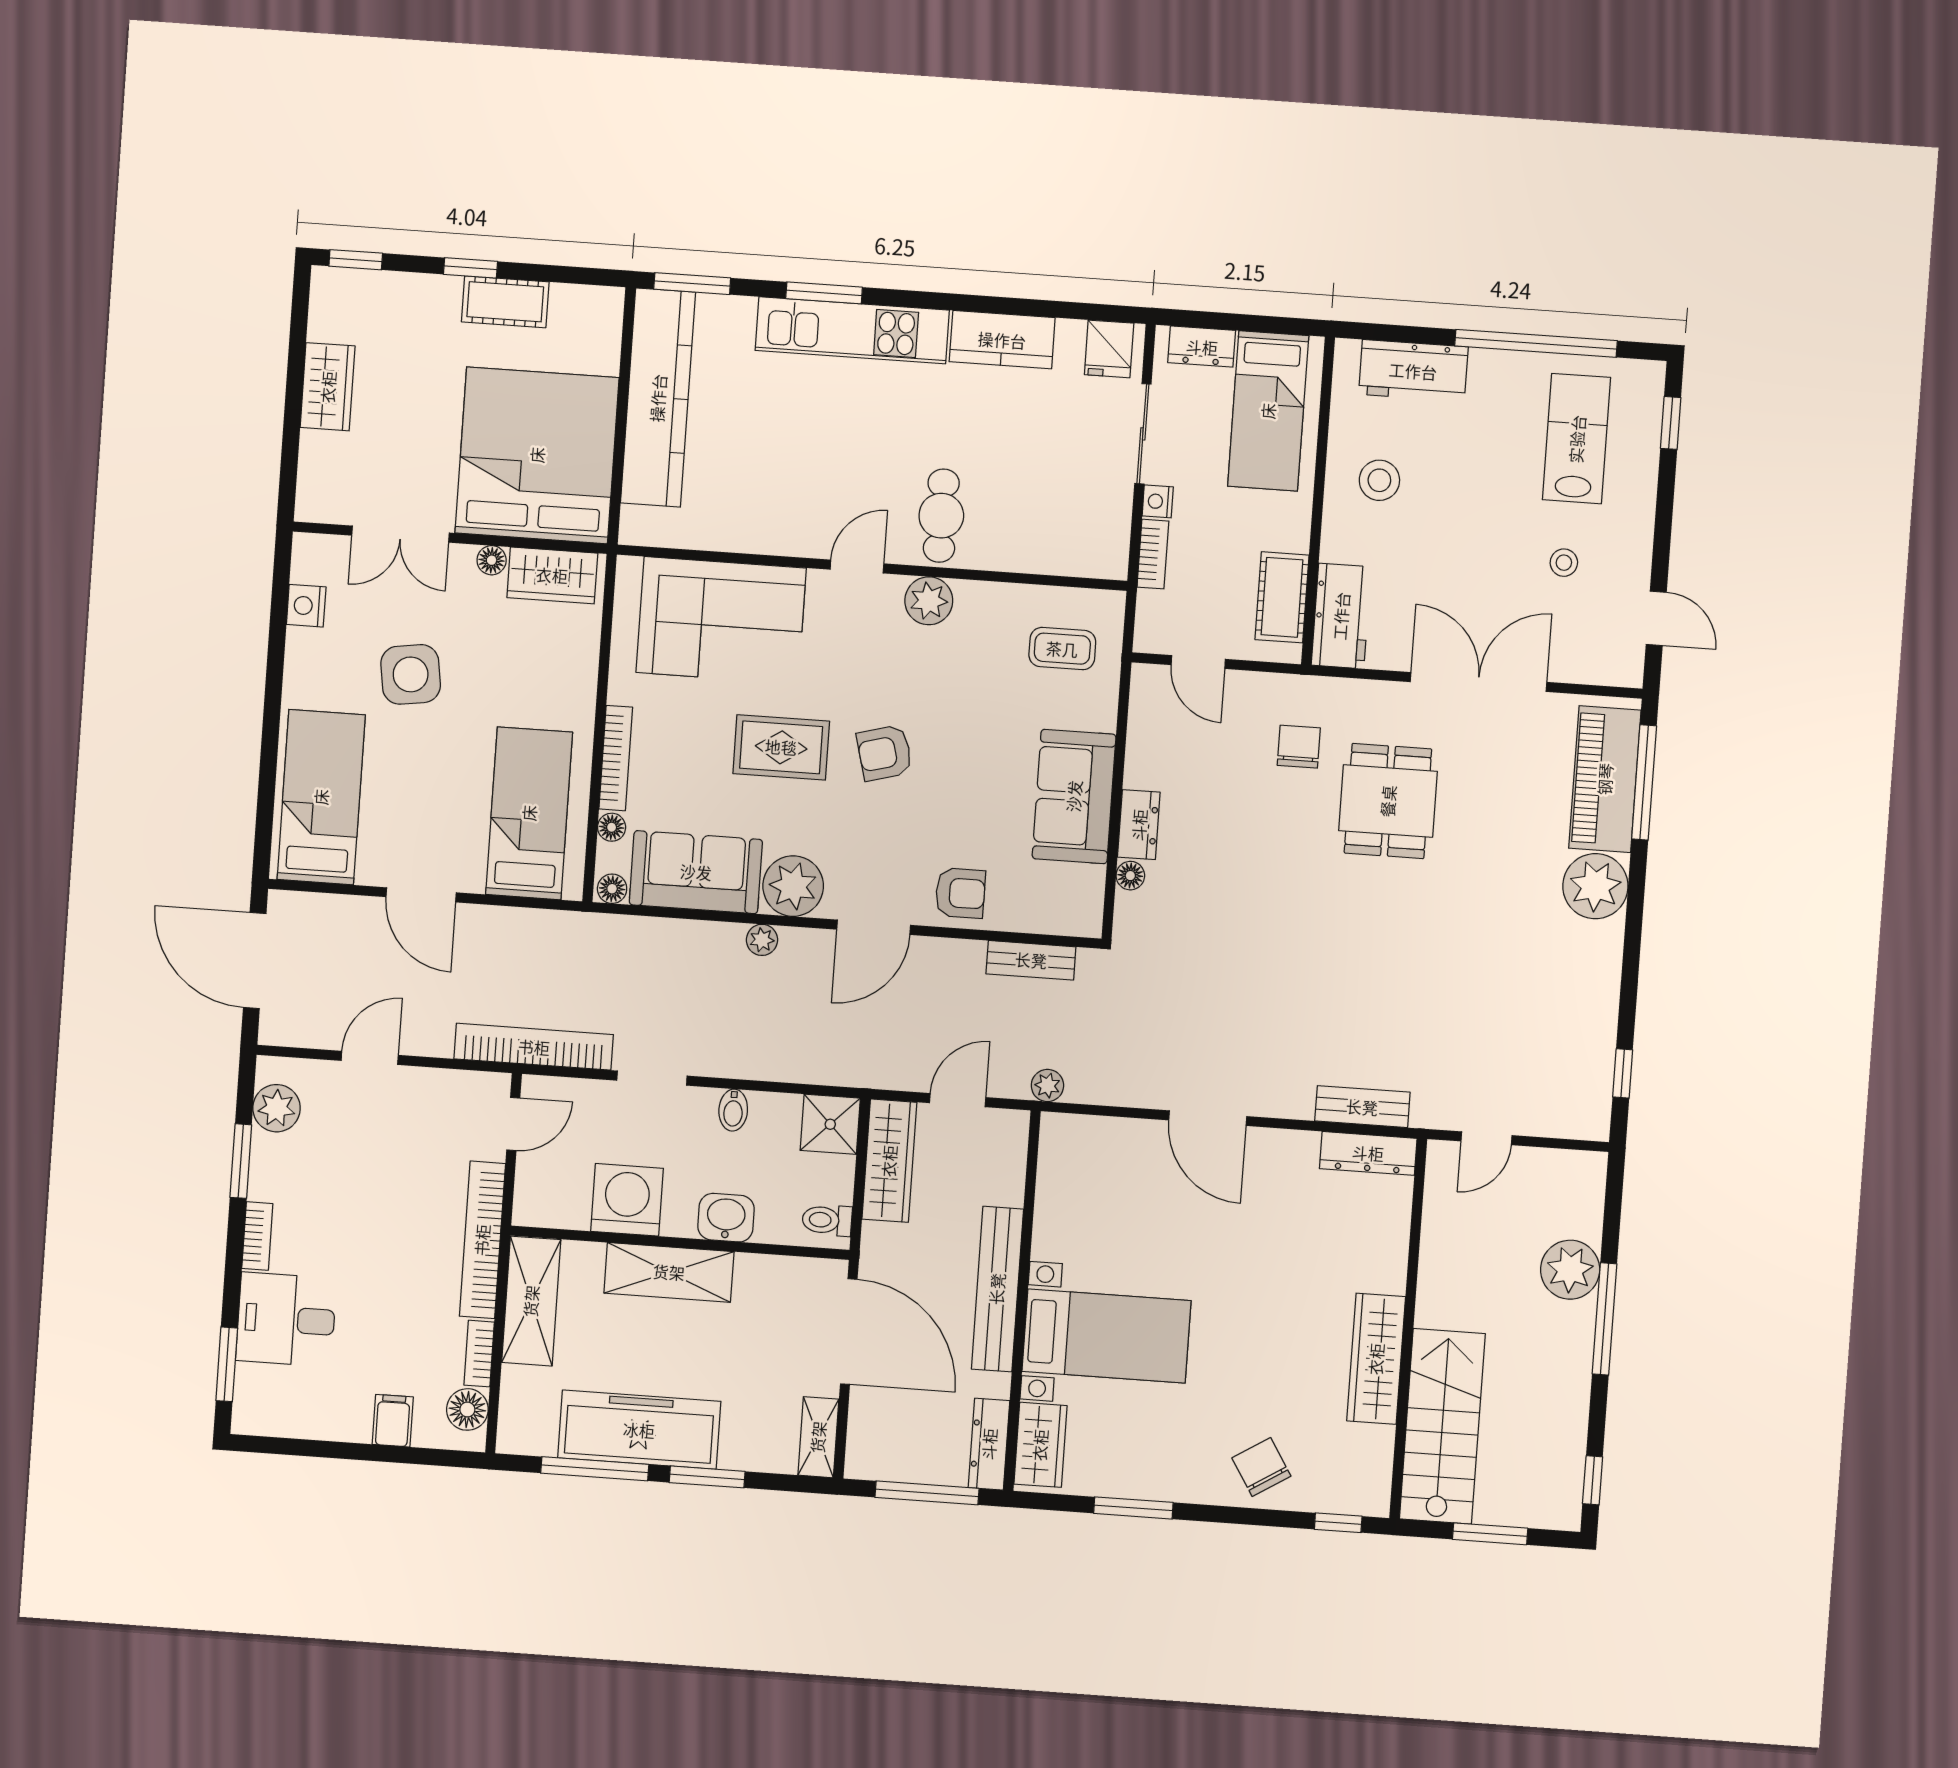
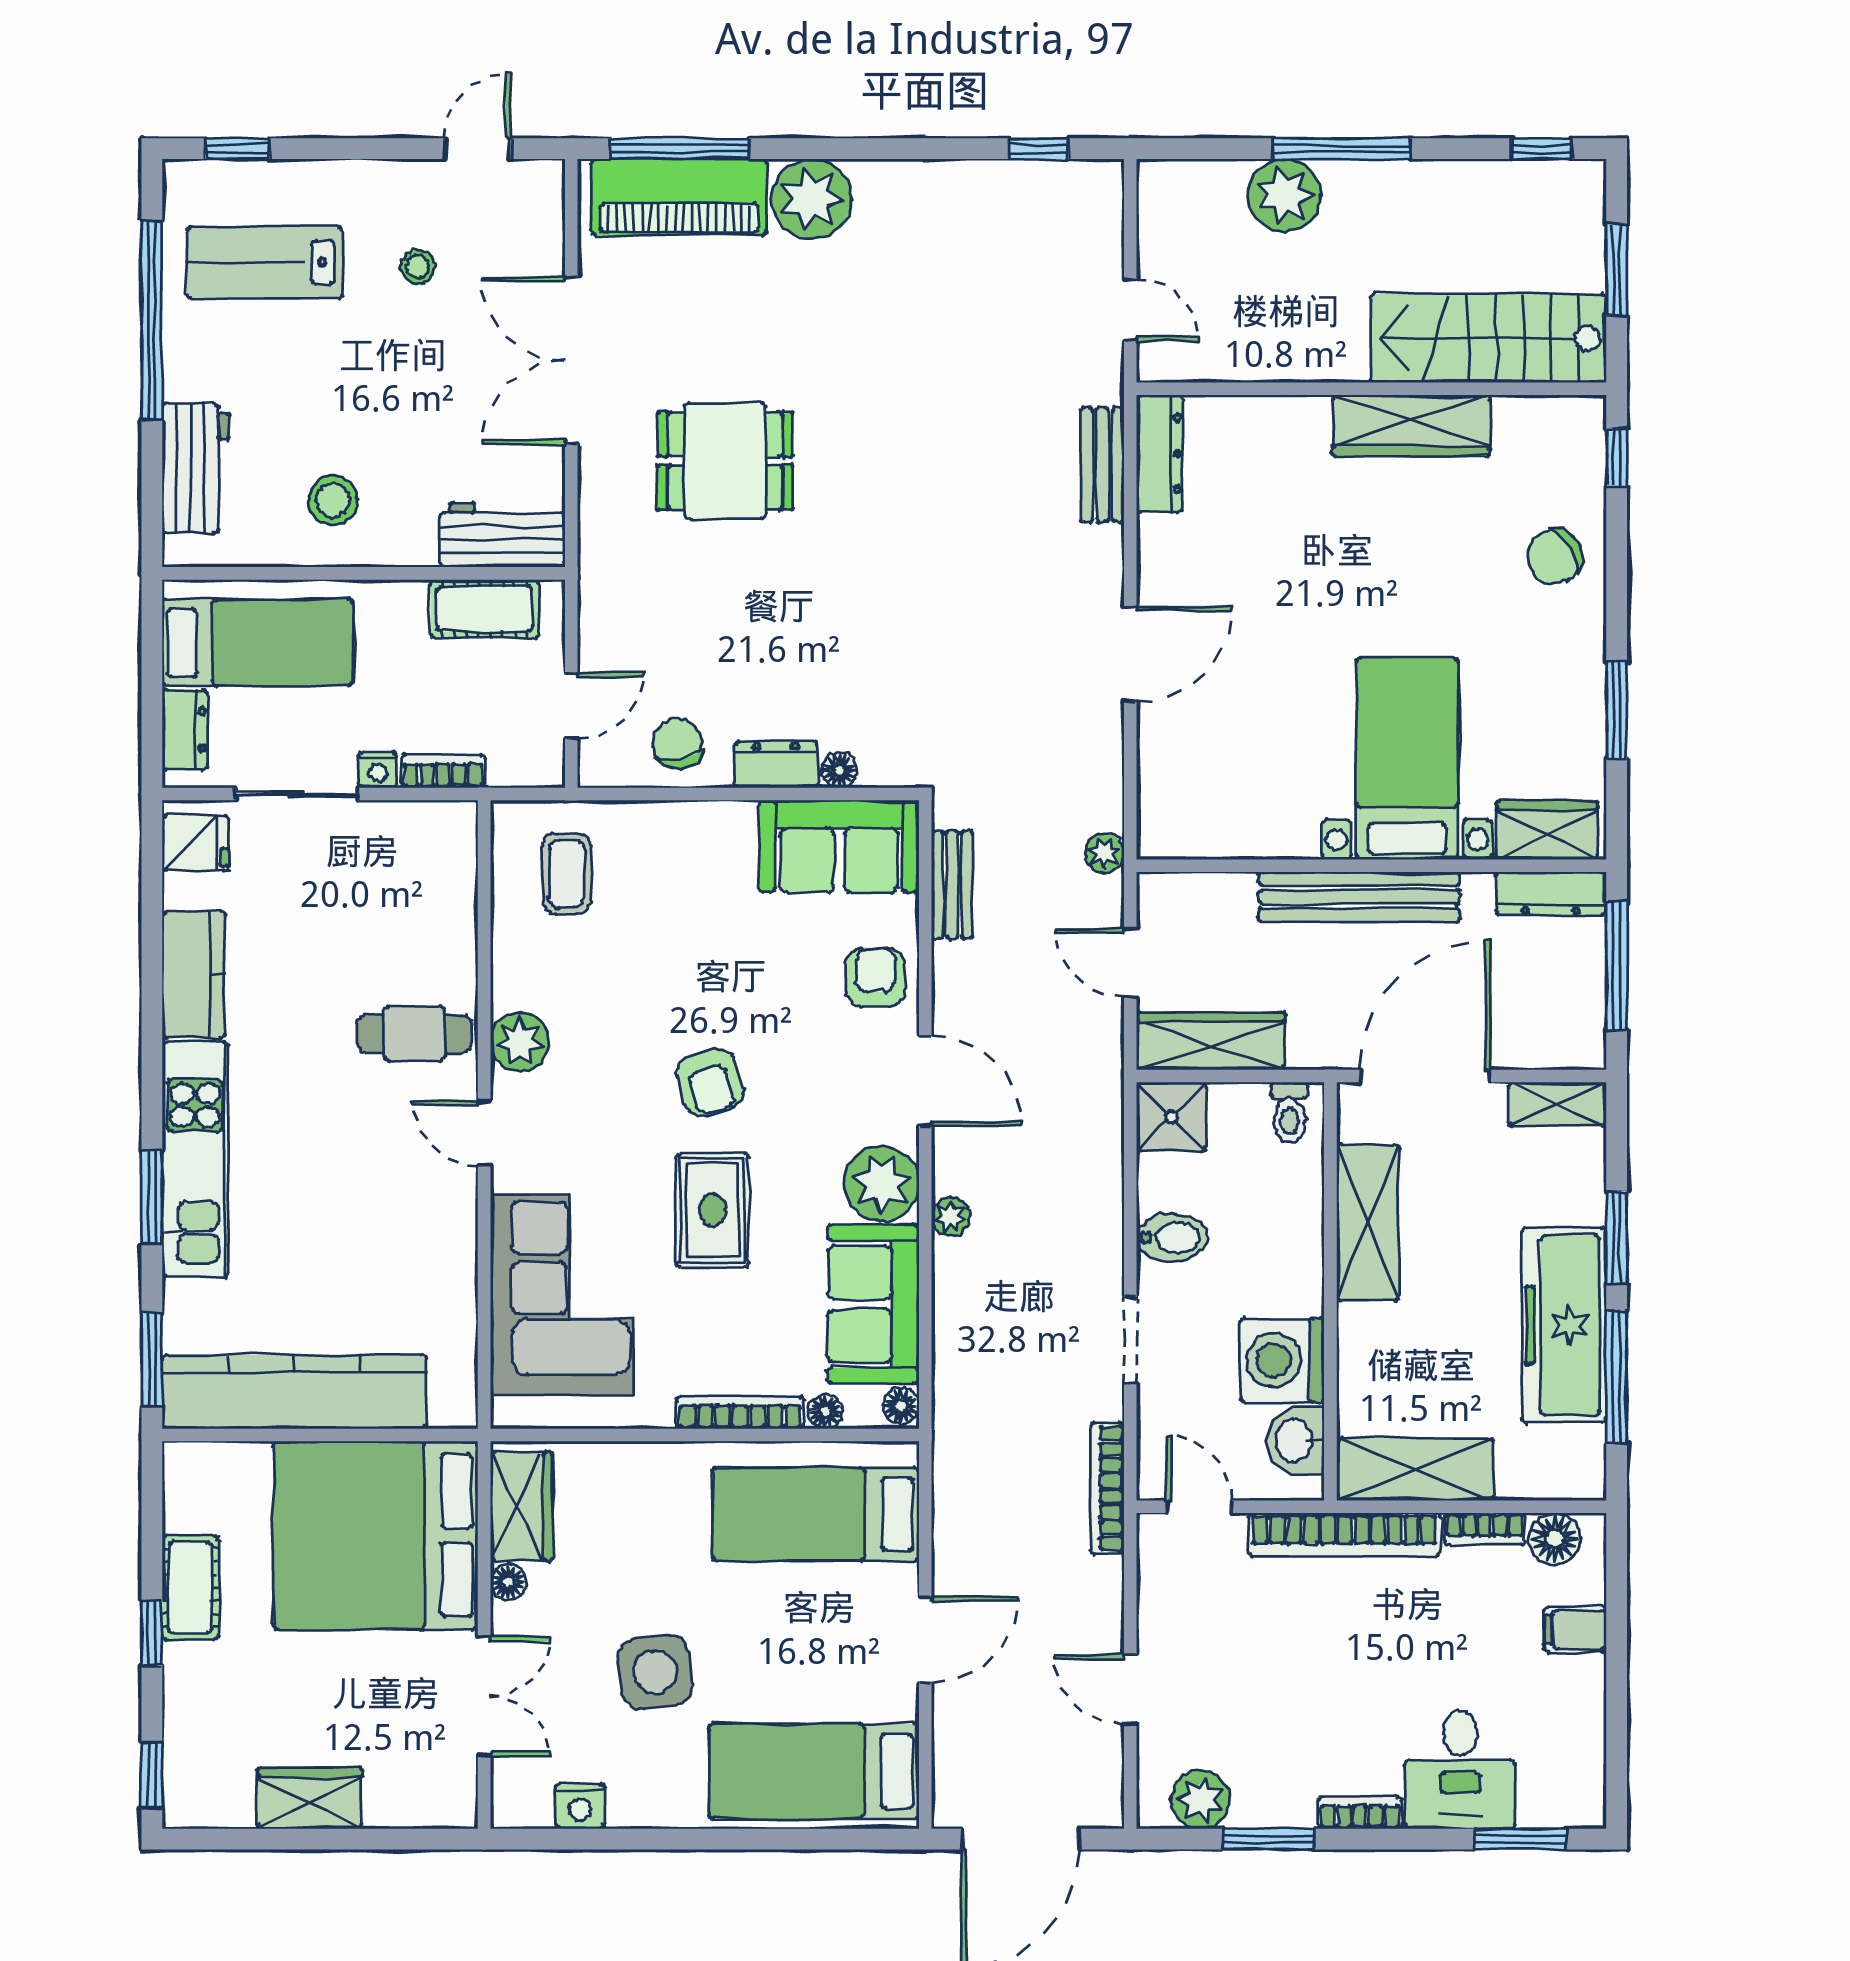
chair: (1299, 747) -> (677, 744), moved, turned 82
sofa: (1074, 796) -> (839, 846), moved
bookcase: (534, 1047) -> (1107, 1488), width x0.68, depth x0.76
bidet: (733, 1110) -> (1172, 1237), width x1.38, depth x1.36
washbasin: (726, 1218) -> (1295, 1440), moved
shelving: (669, 1272) -> (1368, 1223), moved

